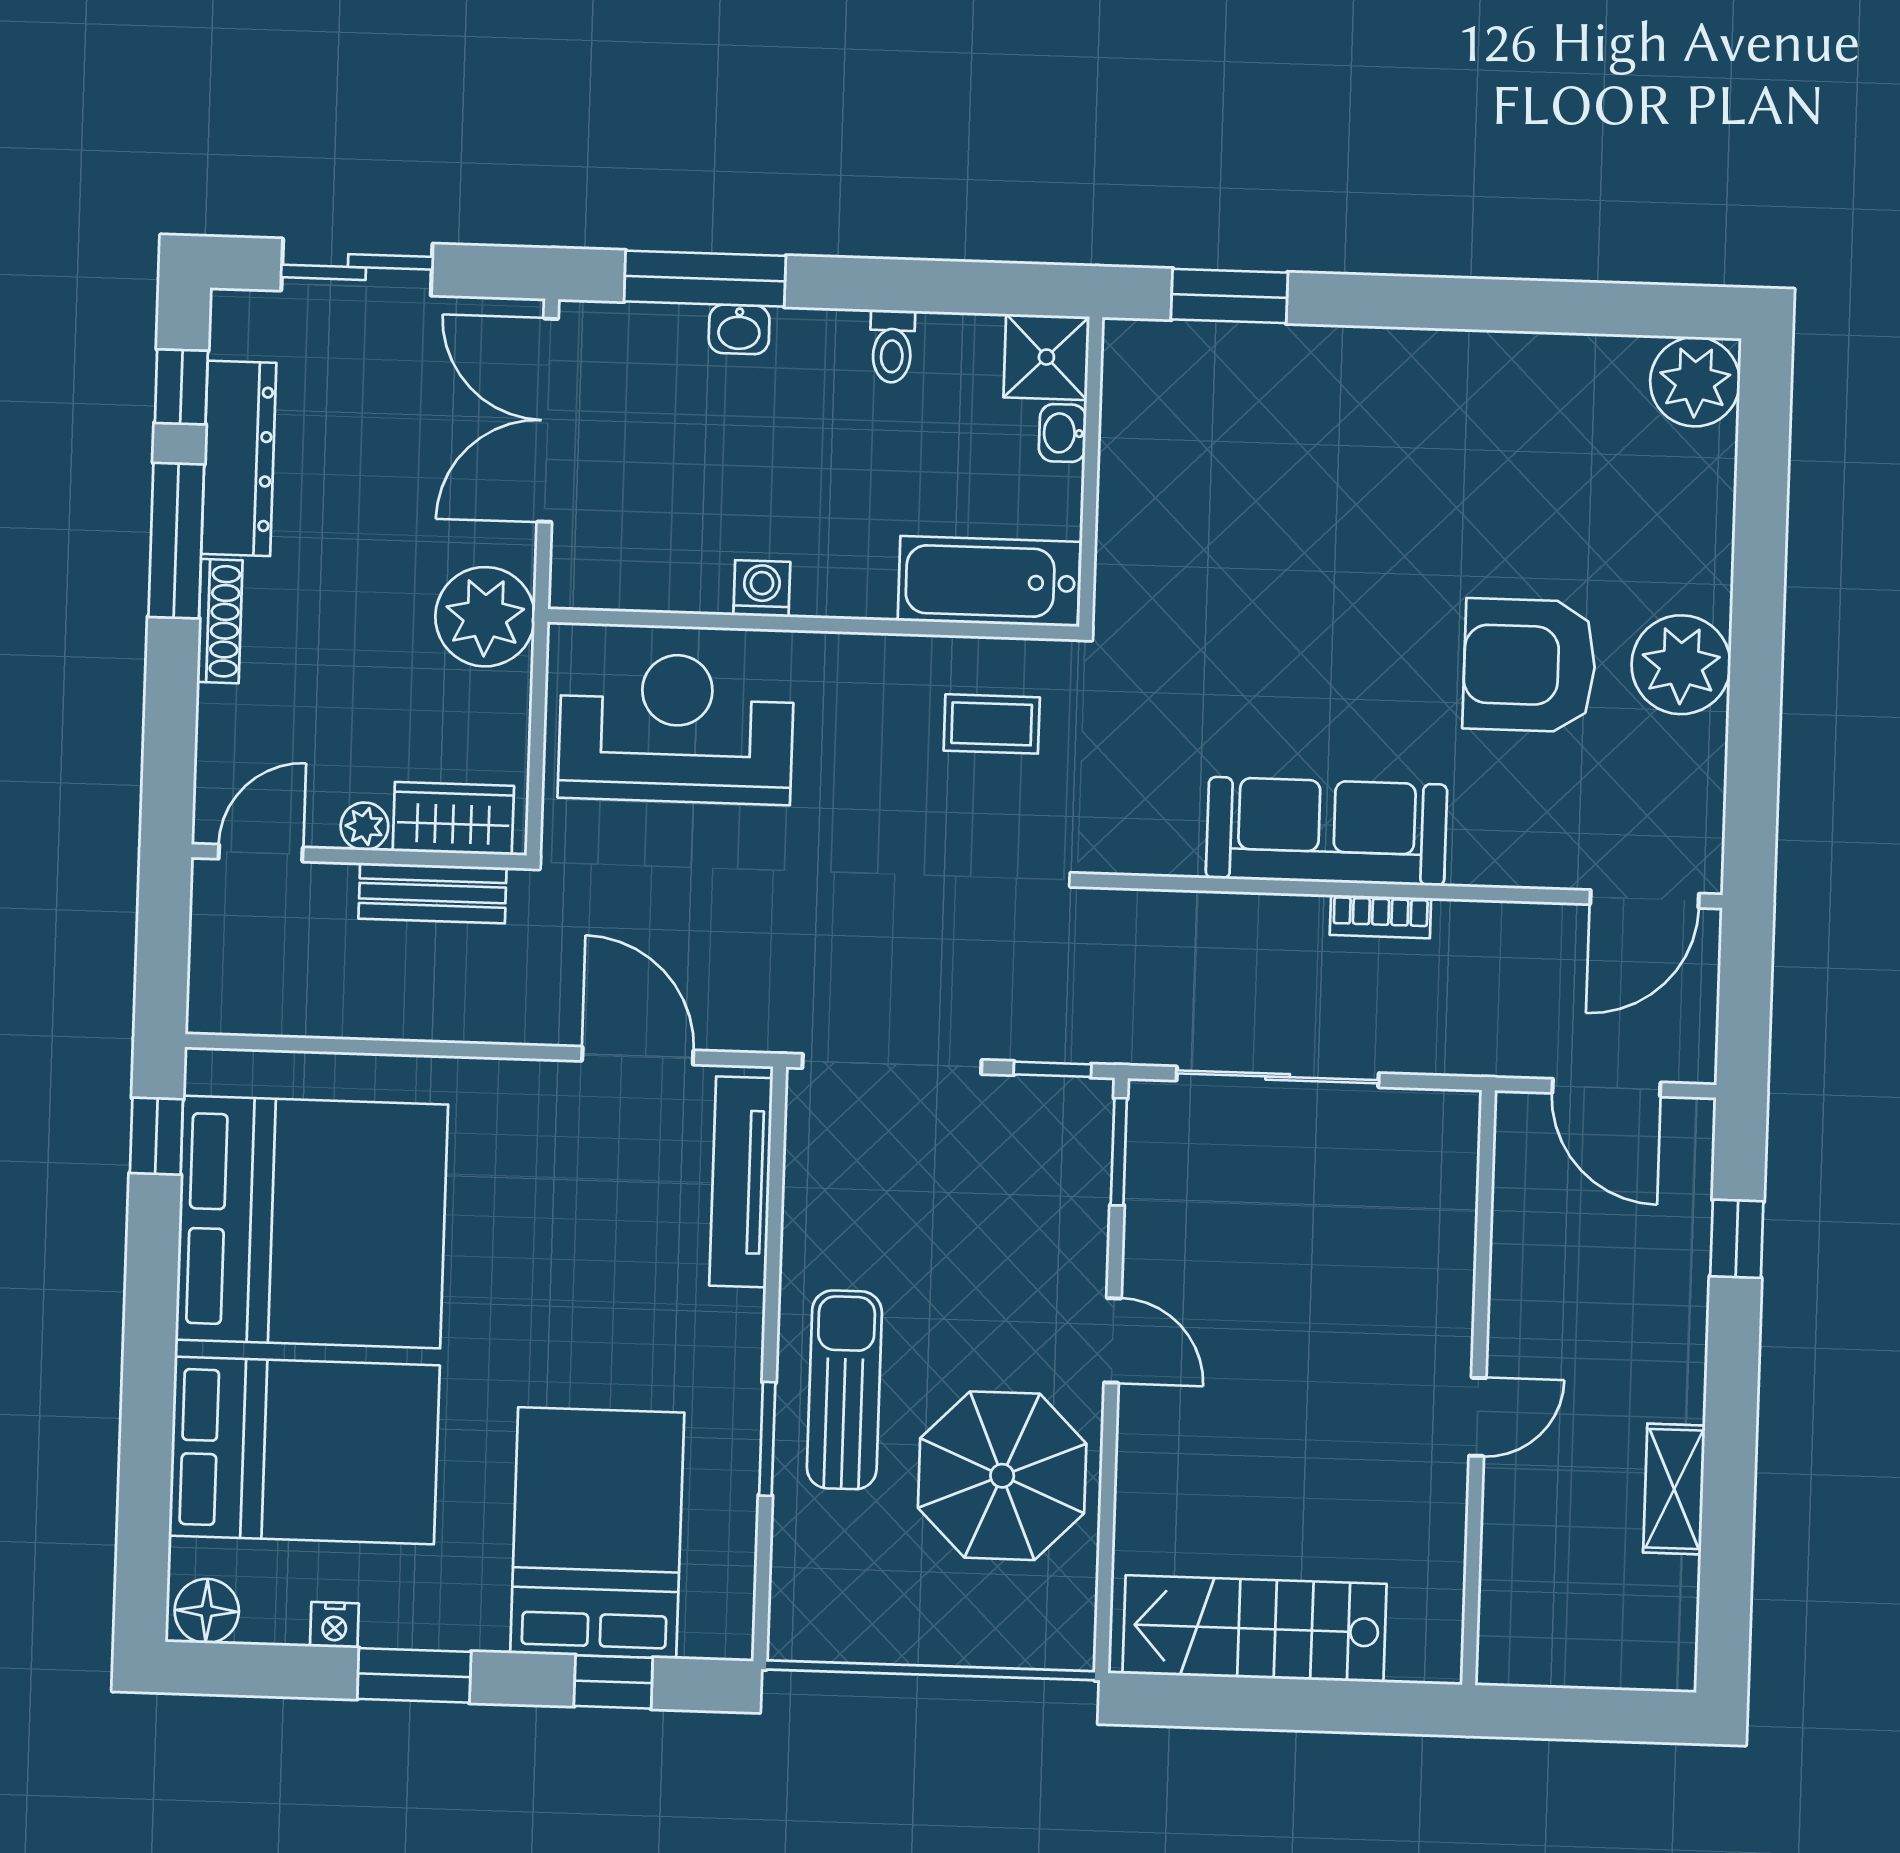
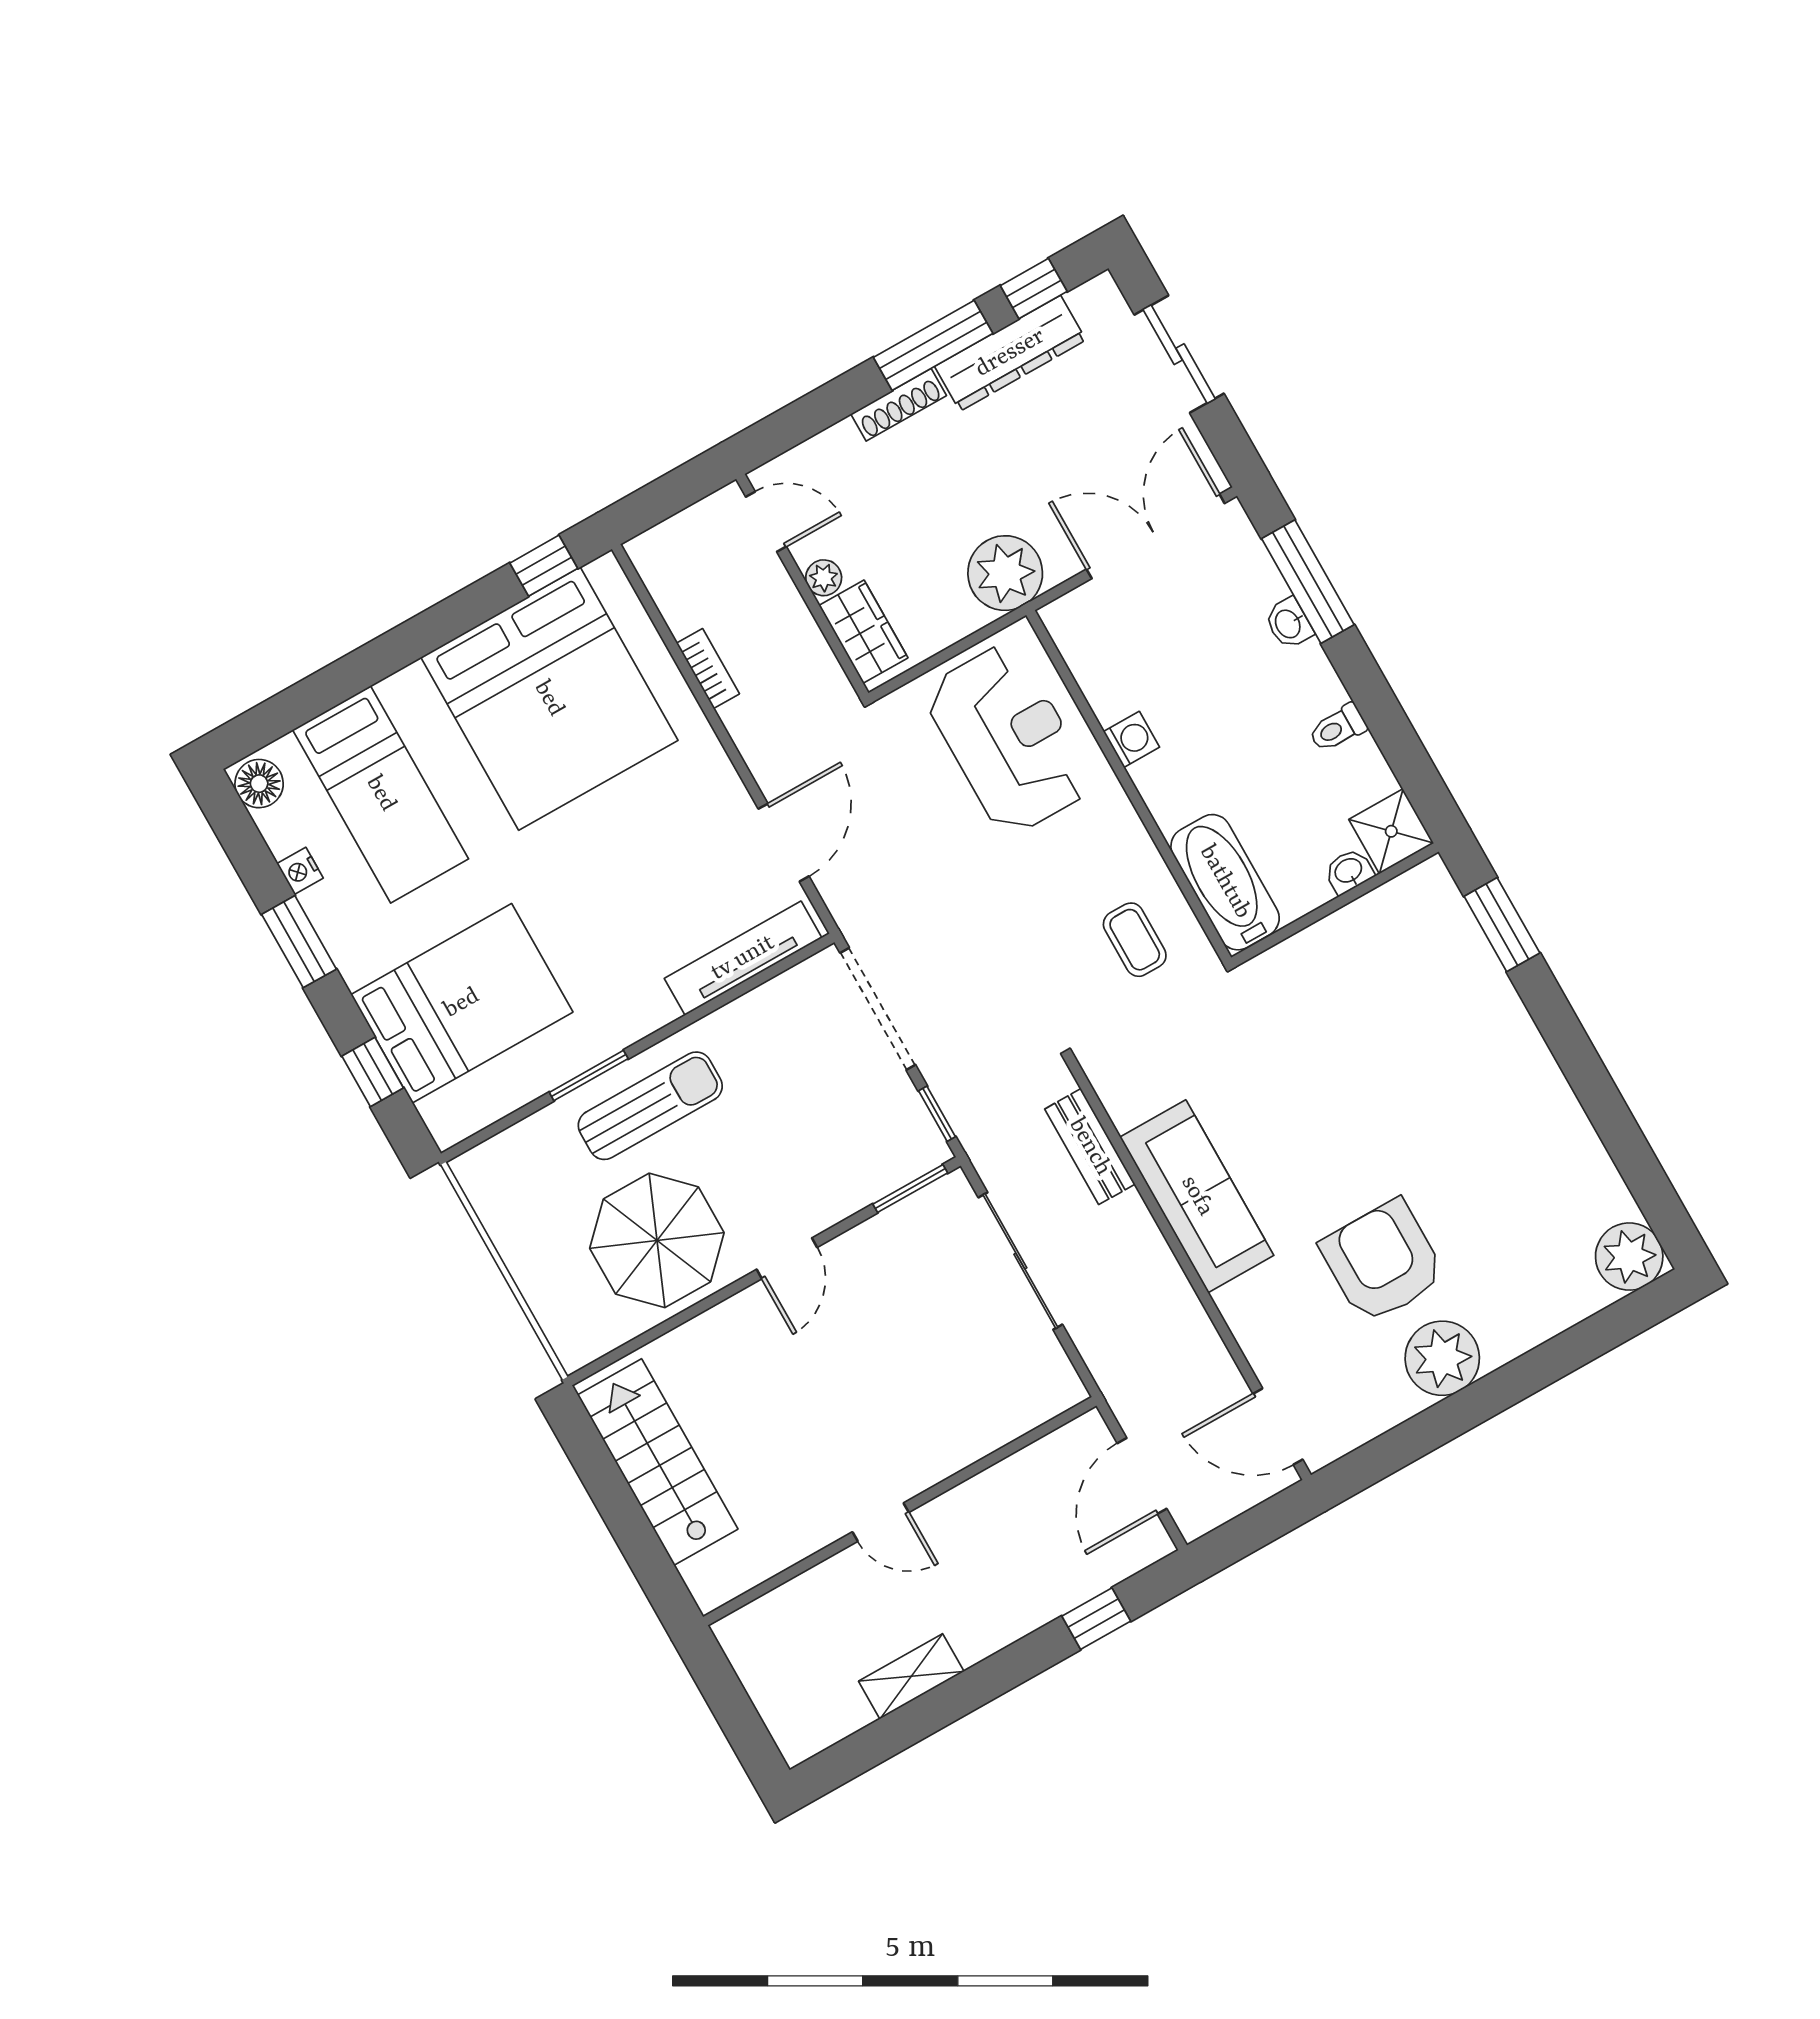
bench: (432, 893) -> (1090, 1147), moved
bookcase: (1380, 917) -> (708, 669), moved, turned 180
bed: (304, 1451) -> (381, 794), width x0.67

